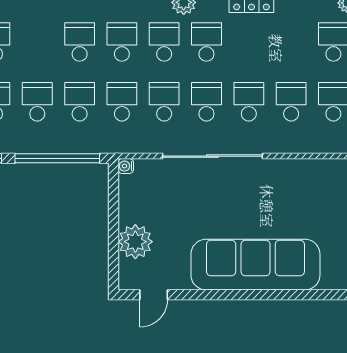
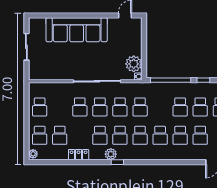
school desk: (80, 102) -> (180, 135), moved
school desk: (291, 102) -> (60, 135), moved
plant: (135, 242) -> (134, 64), moved

